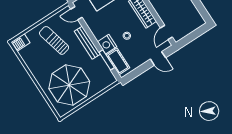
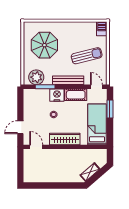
door: (76, 13) -> (96, 87), hinge flipped
cot: (118, 61) -> (76, 95), moved
plant: (103, 73) -> (36, 77), added
parasol: (69, 85) -> (44, 45), width x0.73, depth x0.73

